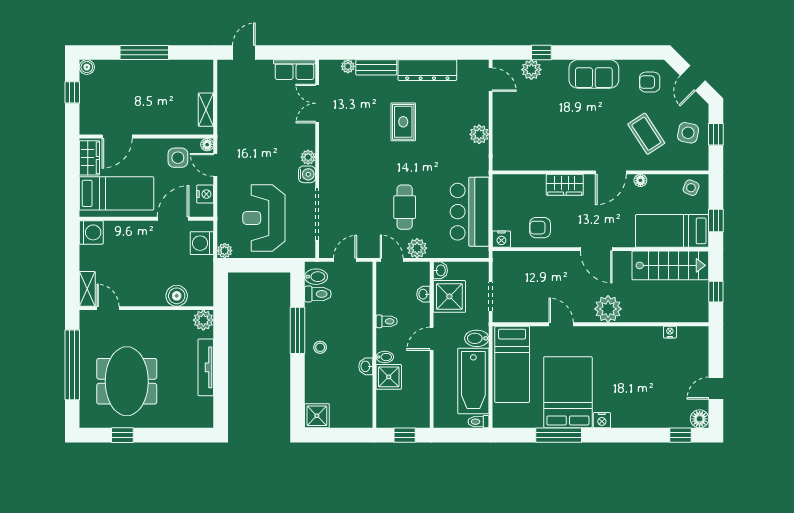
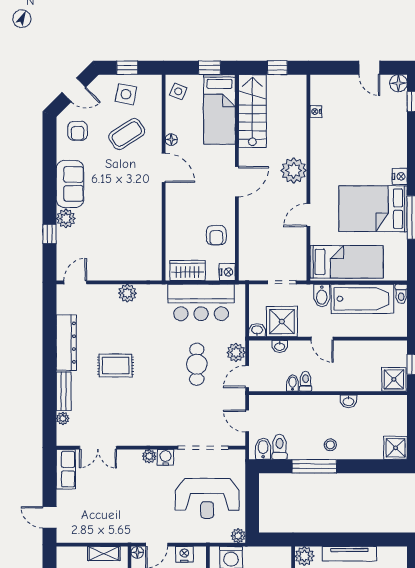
plant: (531, 70) -> (66, 218), moved
wardrobe: (565, 185) -> (188, 271), moved, turned -90
cafe table: (405, 207) -> (197, 364), turned 90
bidet: (385, 357) -> (292, 383), moved
shower: (389, 377) -> (394, 379), moved

